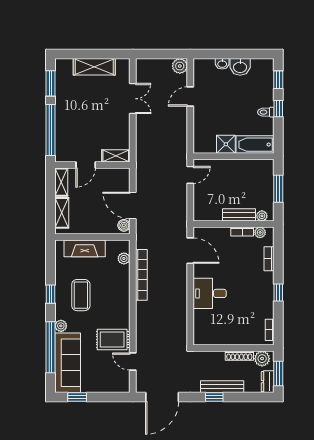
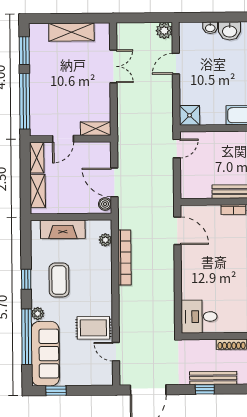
shower: (226, 144) -> (189, 115), moved
desk: (210, 293) -> (199, 317), moved

